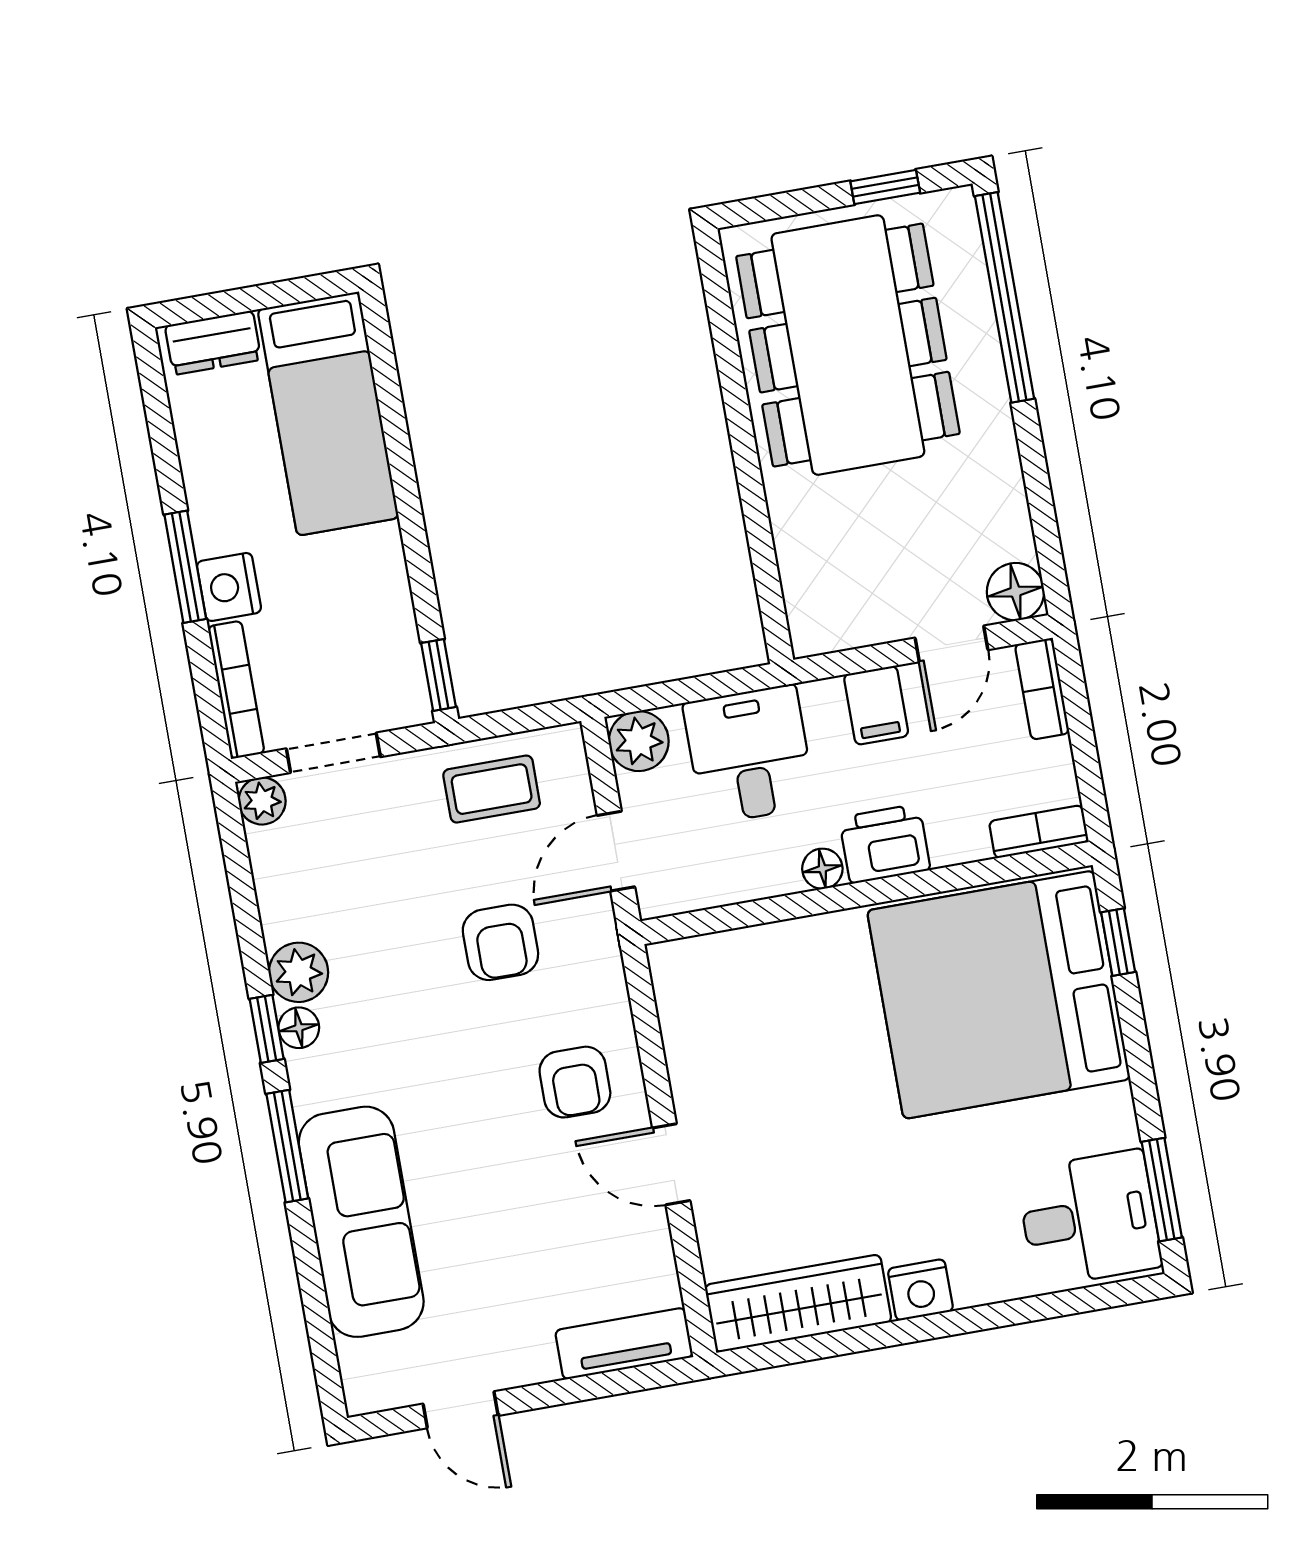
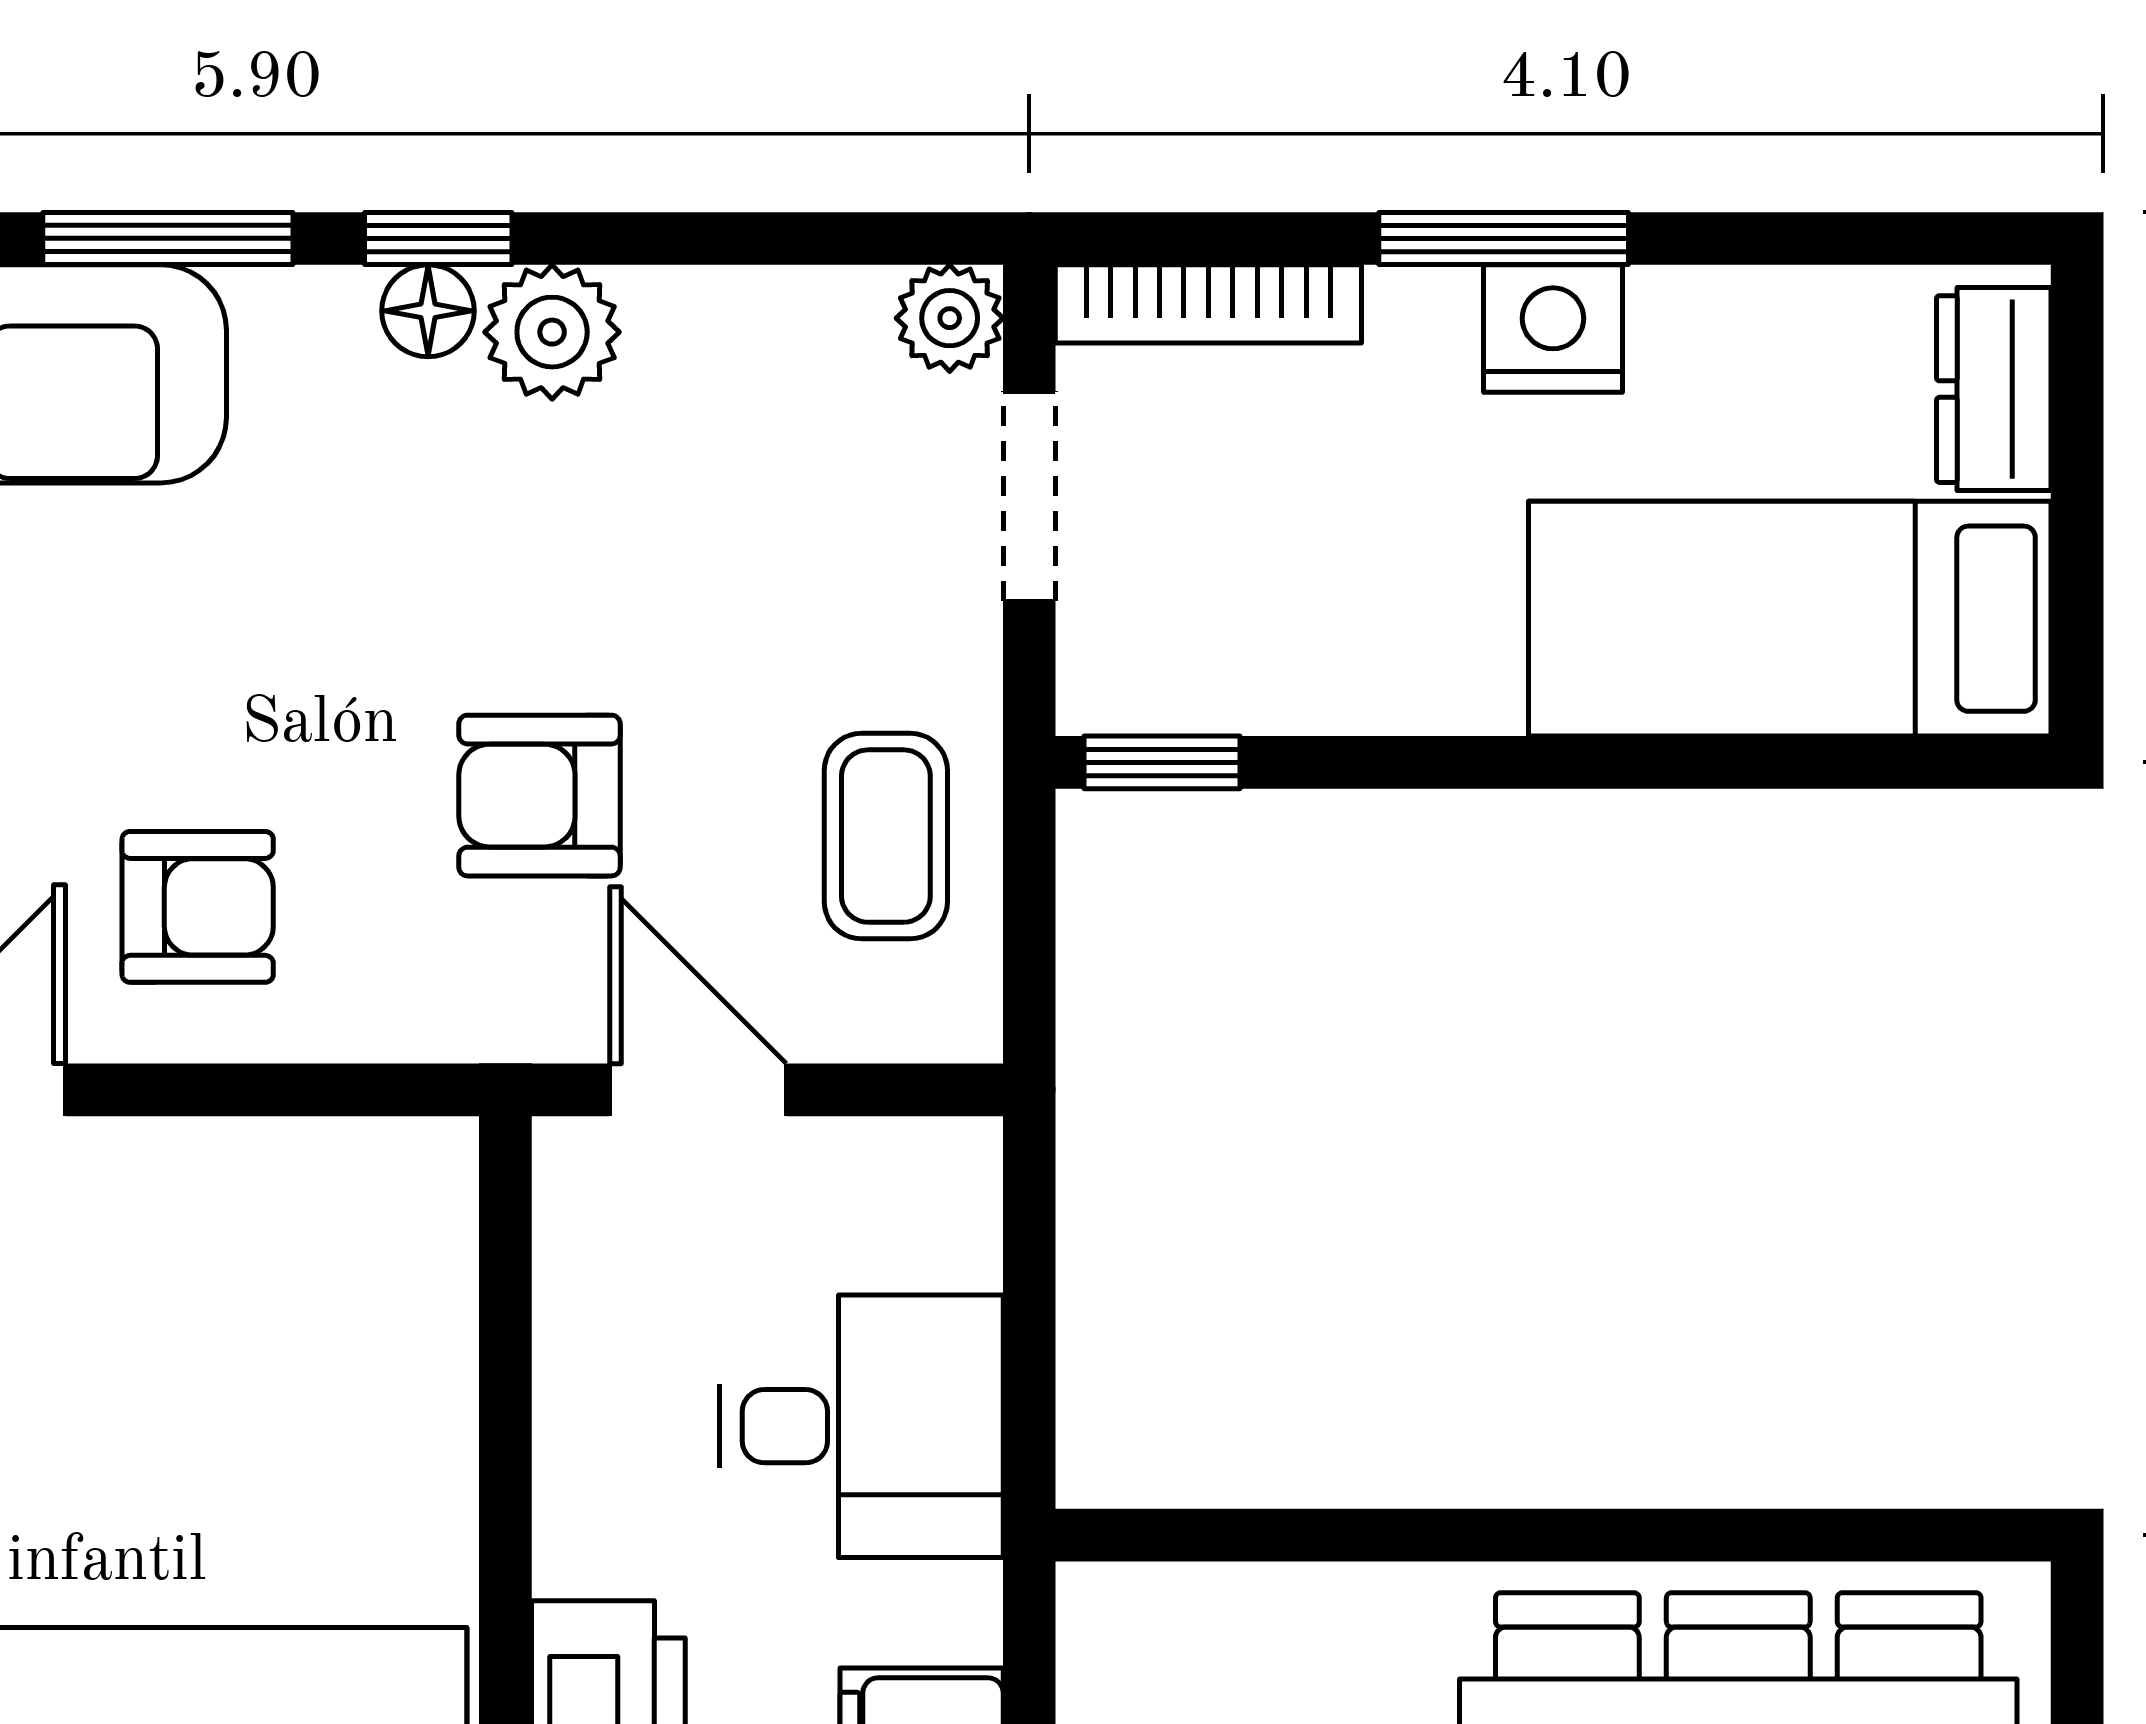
nightstand: (229, 587) -> (1553, 329), moved
plant: (639, 741) -> (935, 1184), removed
floor lamp: (822, 869) -> (577, 1544), removed
armchair: (575, 1082) -> (198, 907), turned 180

